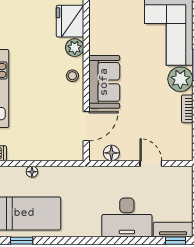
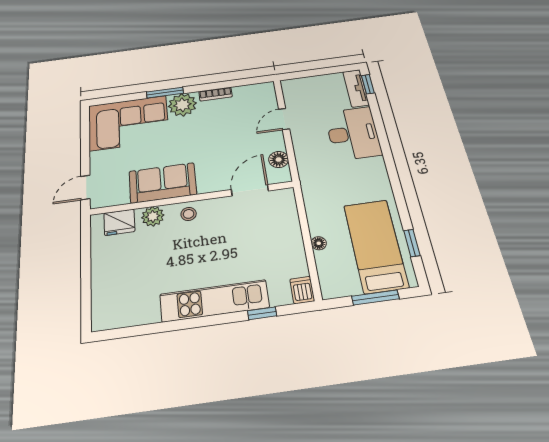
fridge: (70, 21) -> (119, 222), width x0.73, depth x0.75
sofa: (104, 82) -> (163, 183), moved
door: (86, 126) -> (250, 190), hinge flipped

